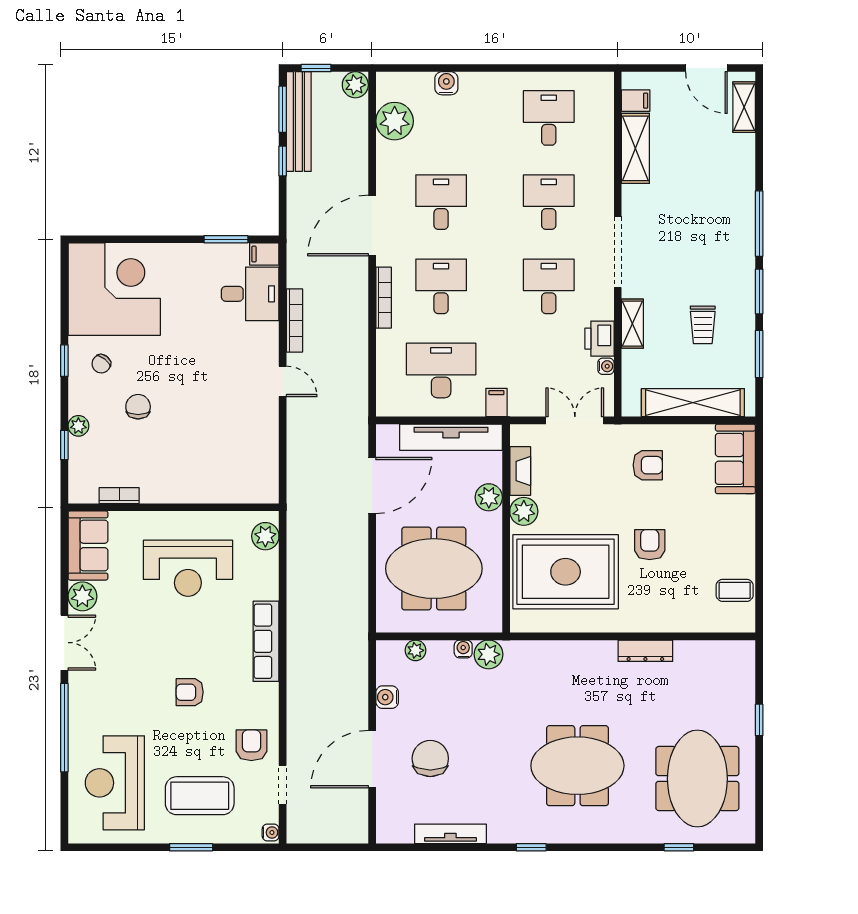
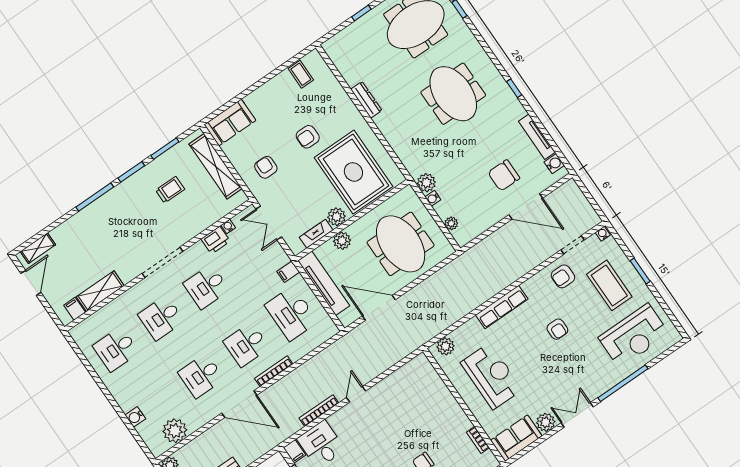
shelving: (632, 324) -> (195, 228), removed
water cooler: (387, 697) -> (554, 164), moved, turned -90

